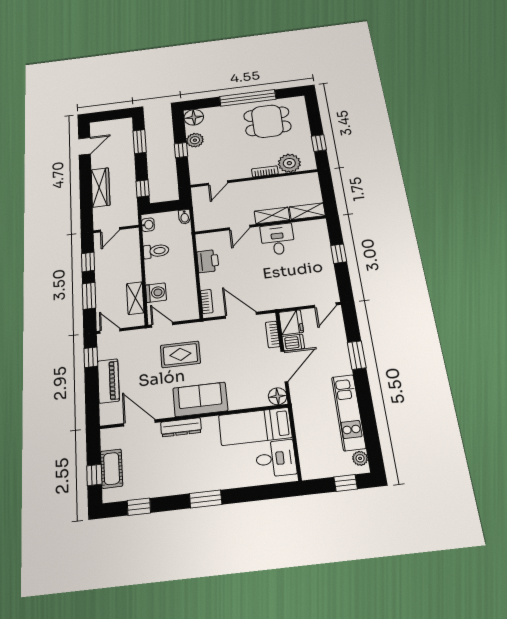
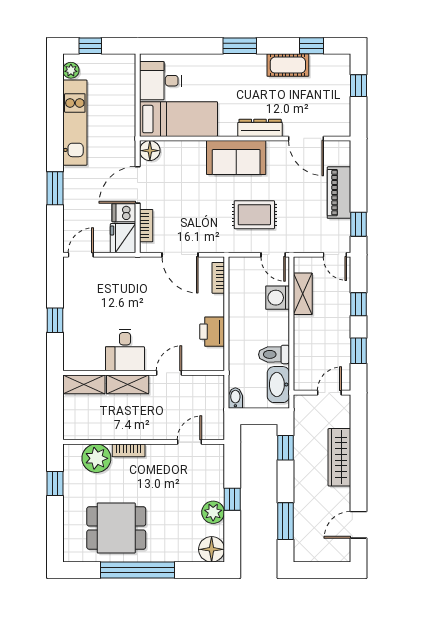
washbasin: (148, 225) -> (278, 385), width x1.91, depth x1.45
window: (89, 296) -> (358, 304), width x0.67
cot: (112, 469) -> (288, 65), moved, turned 90

